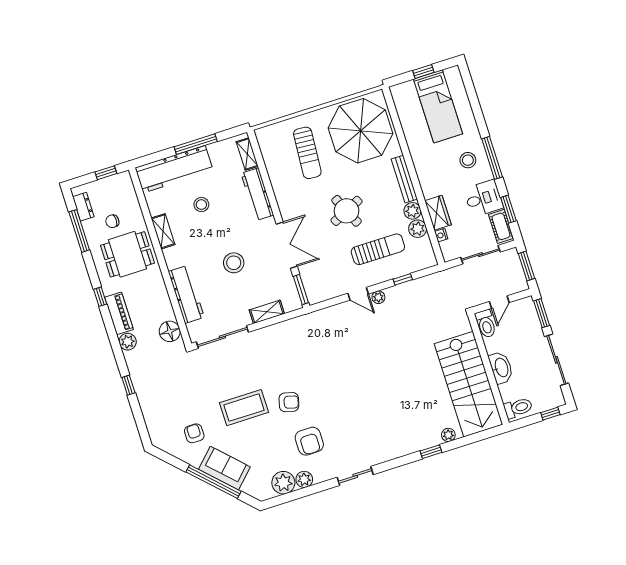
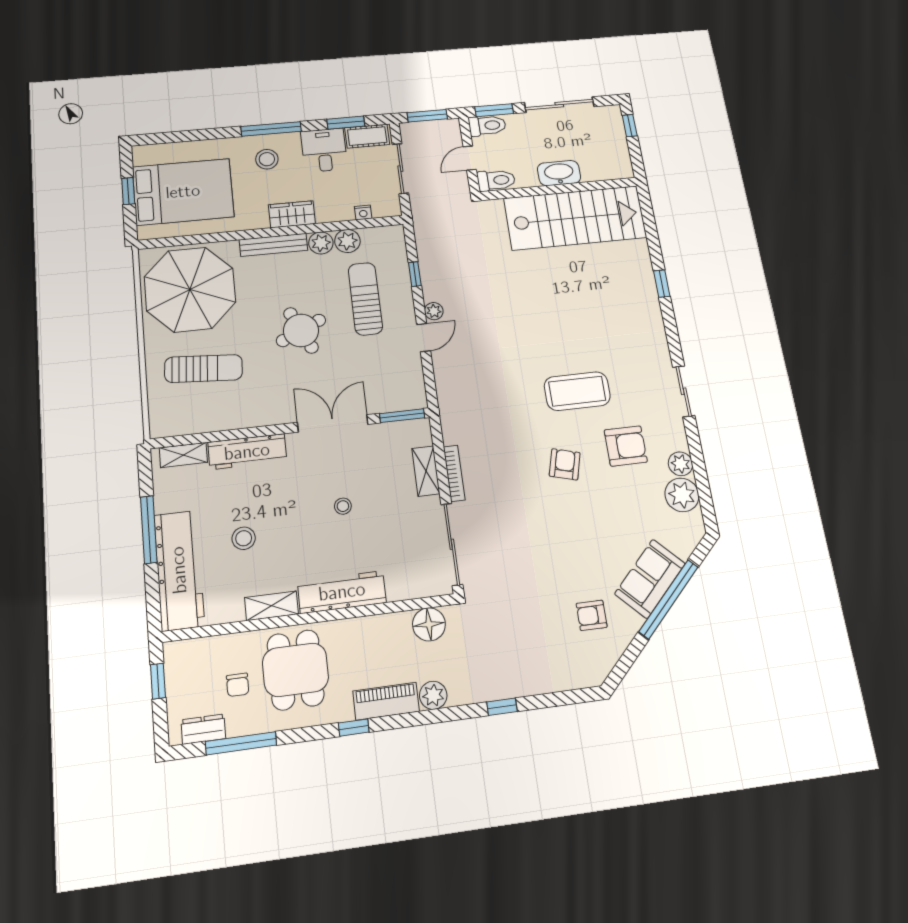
bed: (438, 106) -> (183, 192), width x1.50
wardrobe: (438, 213) -> (292, 214), moved
stool: (234, 263) -> (343, 506), width x0.53, depth x0.53
workbench: (186, 294) -> (342, 592), moved
door: (499, 302) -> (470, 158), swing flipped
bookcase: (269, 331) -> (454, 473), added
coffee table: (244, 408) -> (577, 391), moved, turned 90
toilet: (518, 408) -> (487, 126), moved, turned 90
plant: (448, 435) -> (641, 257), removed

